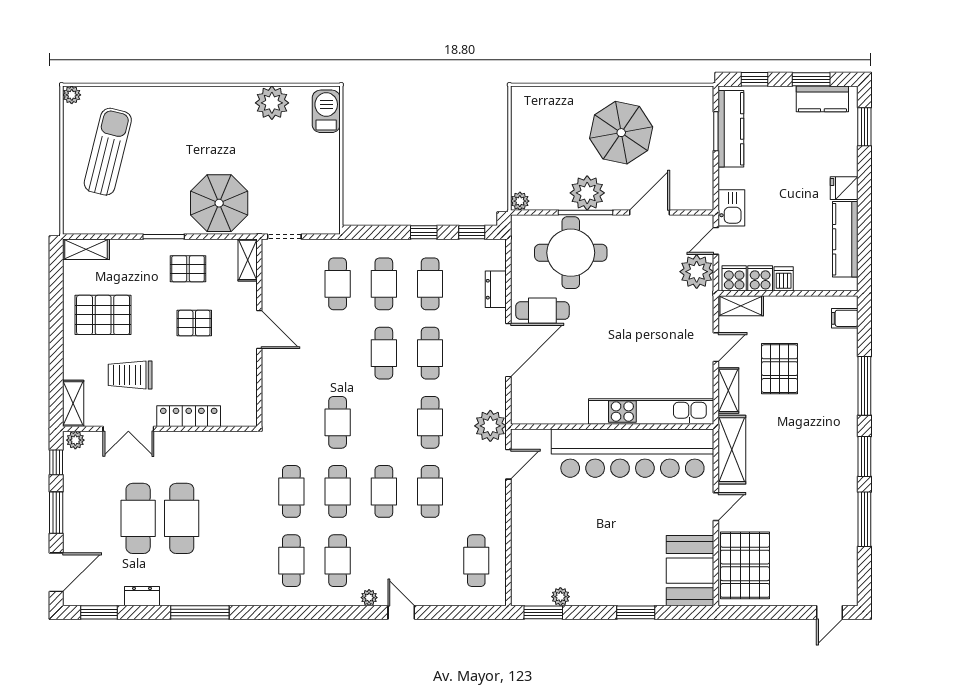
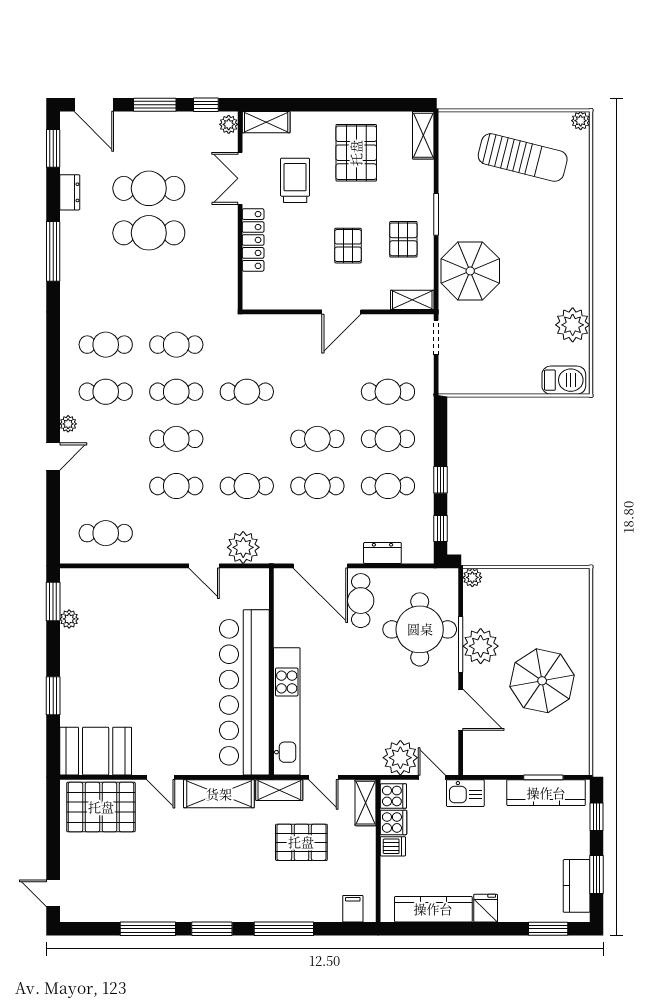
kitchen unit: (651, 412) -> (287, 711), moved
wall: (612, 427) -> (271, 672), moved
bar counter: (632, 453) -> (244, 692), moved

